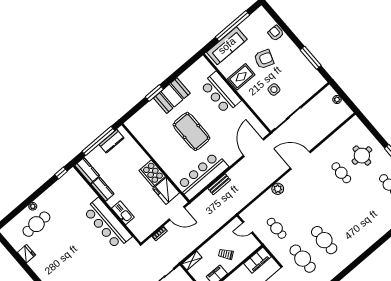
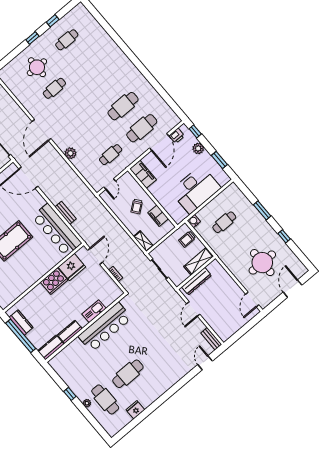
window: (61, 173) -> (70, 394), moved
cafe table: (62, 246) -> (128, 374), added

